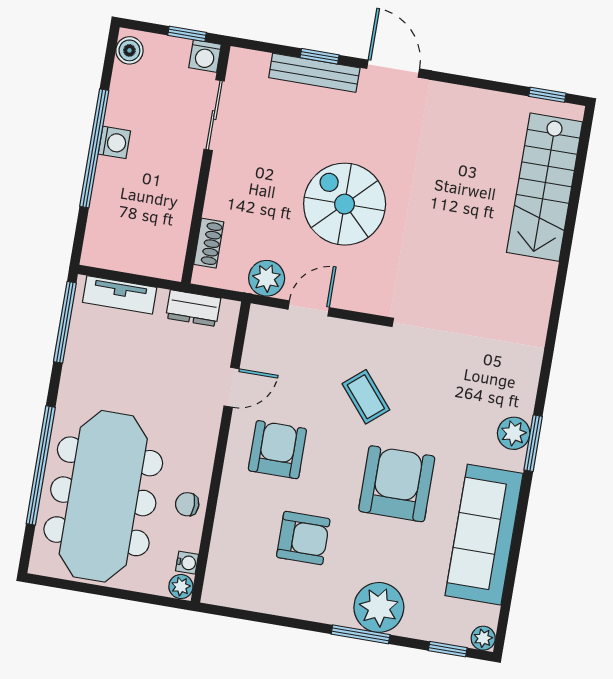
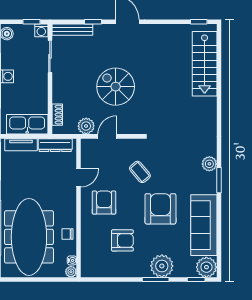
bench: (314, 73) -> (72, 30), moved
kitchen sink: (140, 253) -> (27, 124), added
dresser: (193, 308) -> (55, 145), width x1.44
plant: (514, 433) -> (209, 164), moved
plant: (483, 638) -> (206, 267), width x1.87, depth x1.87

